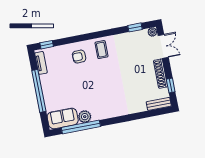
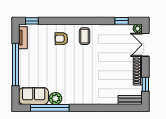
double door: (163, 46) -> (145, 45), swing flipped

